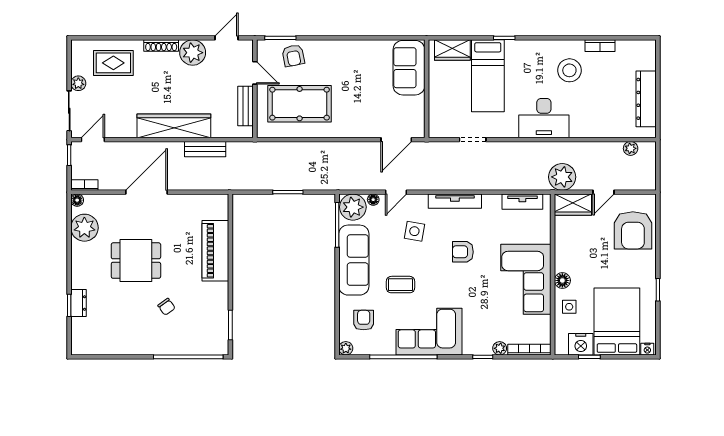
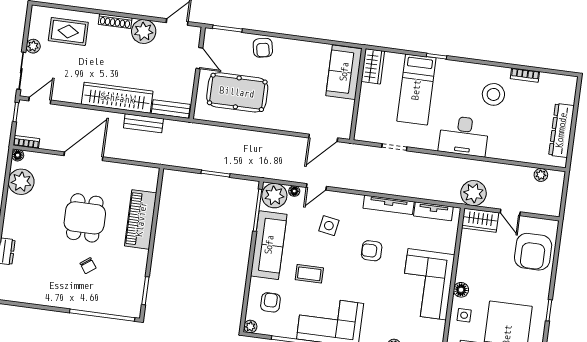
wardrobe: (452, 50) -> (373, 66), moved, turned -90
armchair: (293, 56) -> (263, 48), moved
bench: (246, 106) -> (171, 109), moved, turned 90
door: (603, 192) -> (510, 212), hinge flipped
tv unit: (455, 201) -> (389, 205), moved
dining table: (136, 261) -> (85, 218), moved, turned 90

